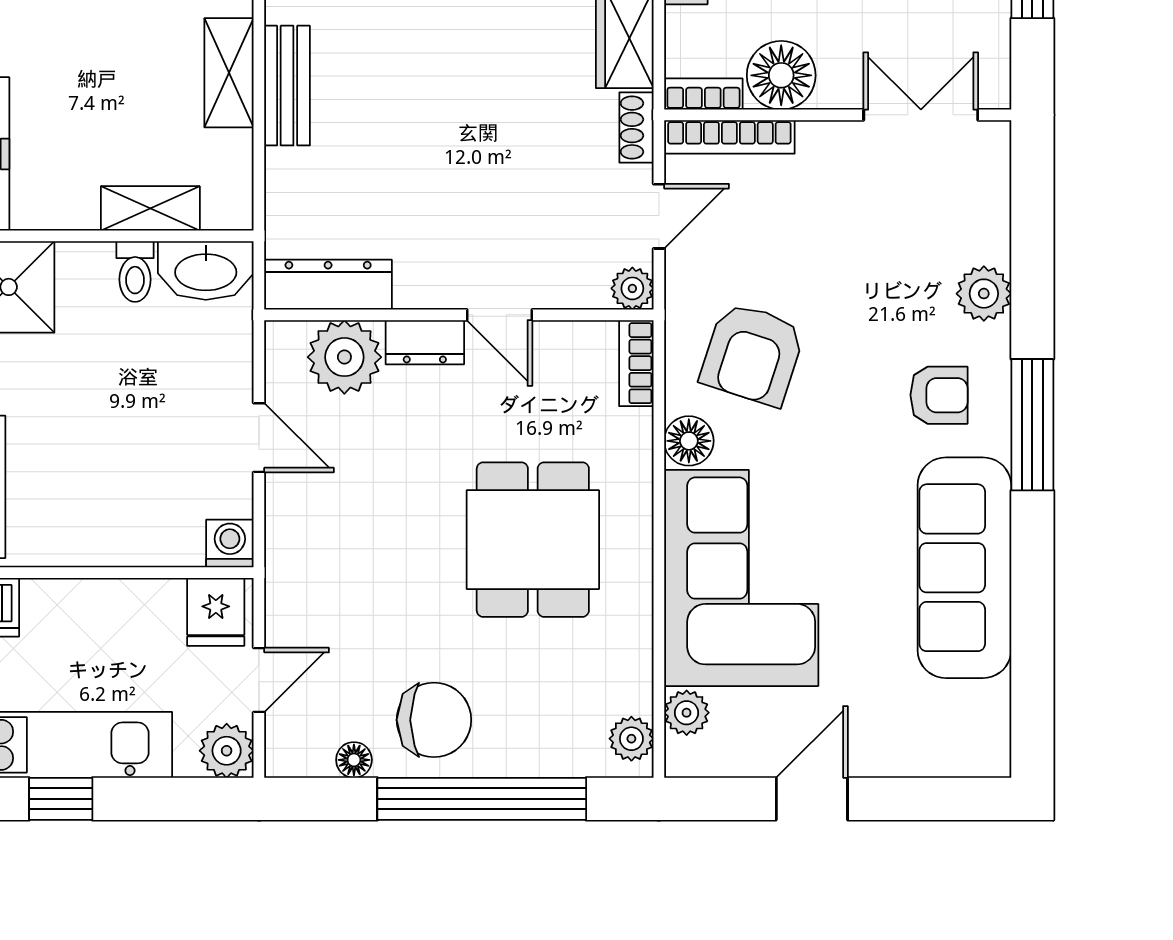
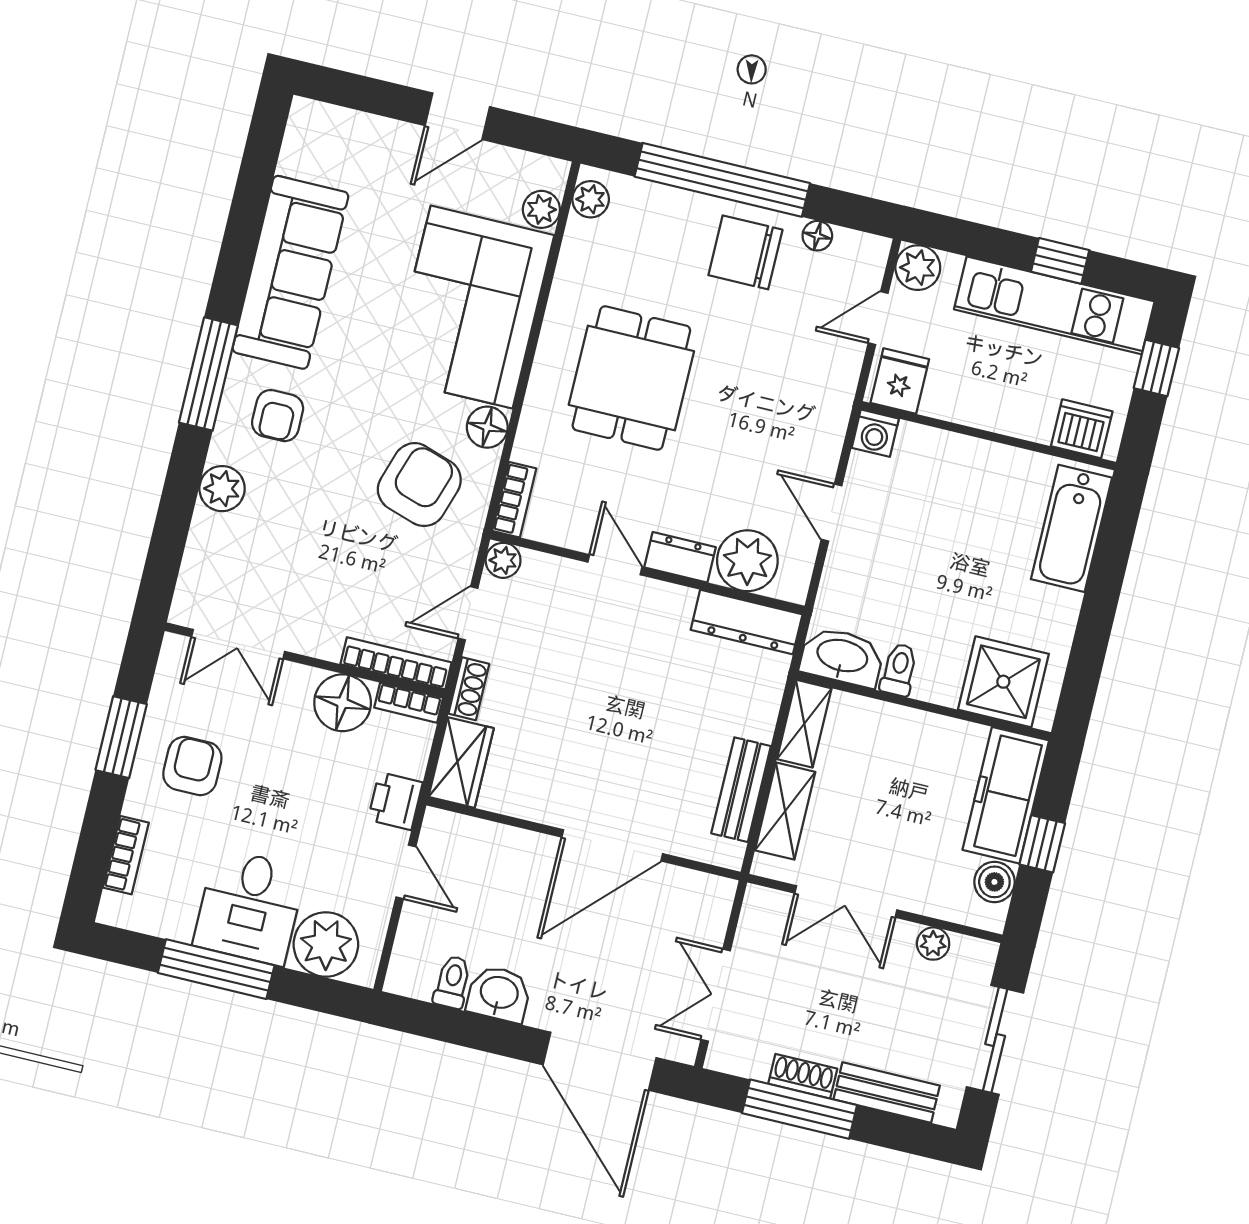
shelving: (150, 208) -> (804, 724), moved, turned 90
armchair: (939, 395) -> (278, 416), turned -90

